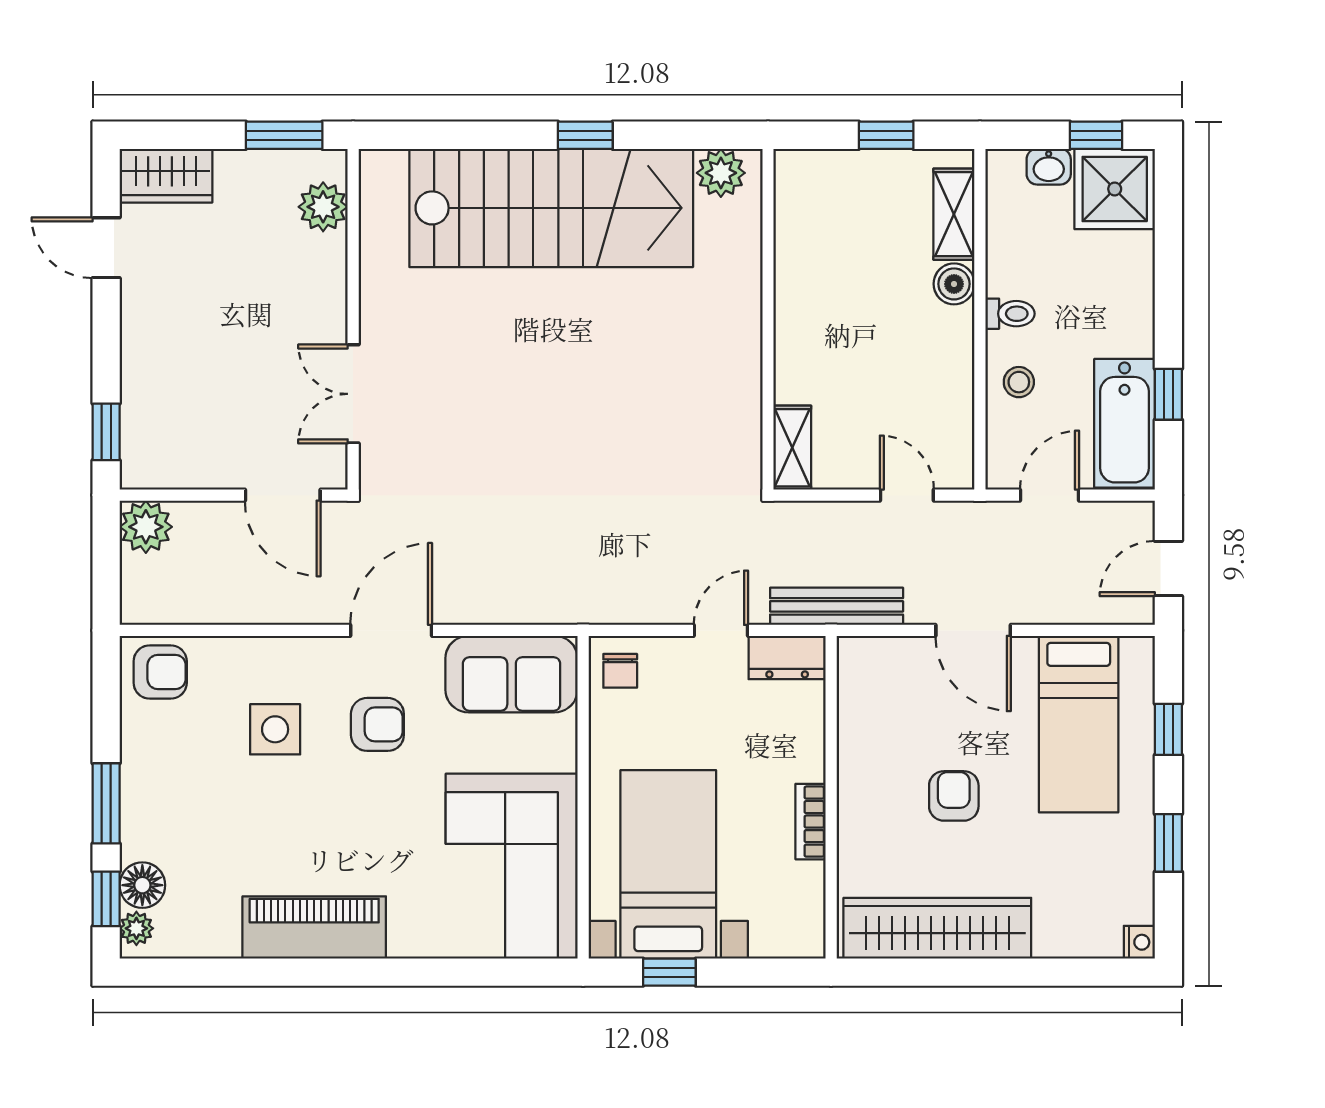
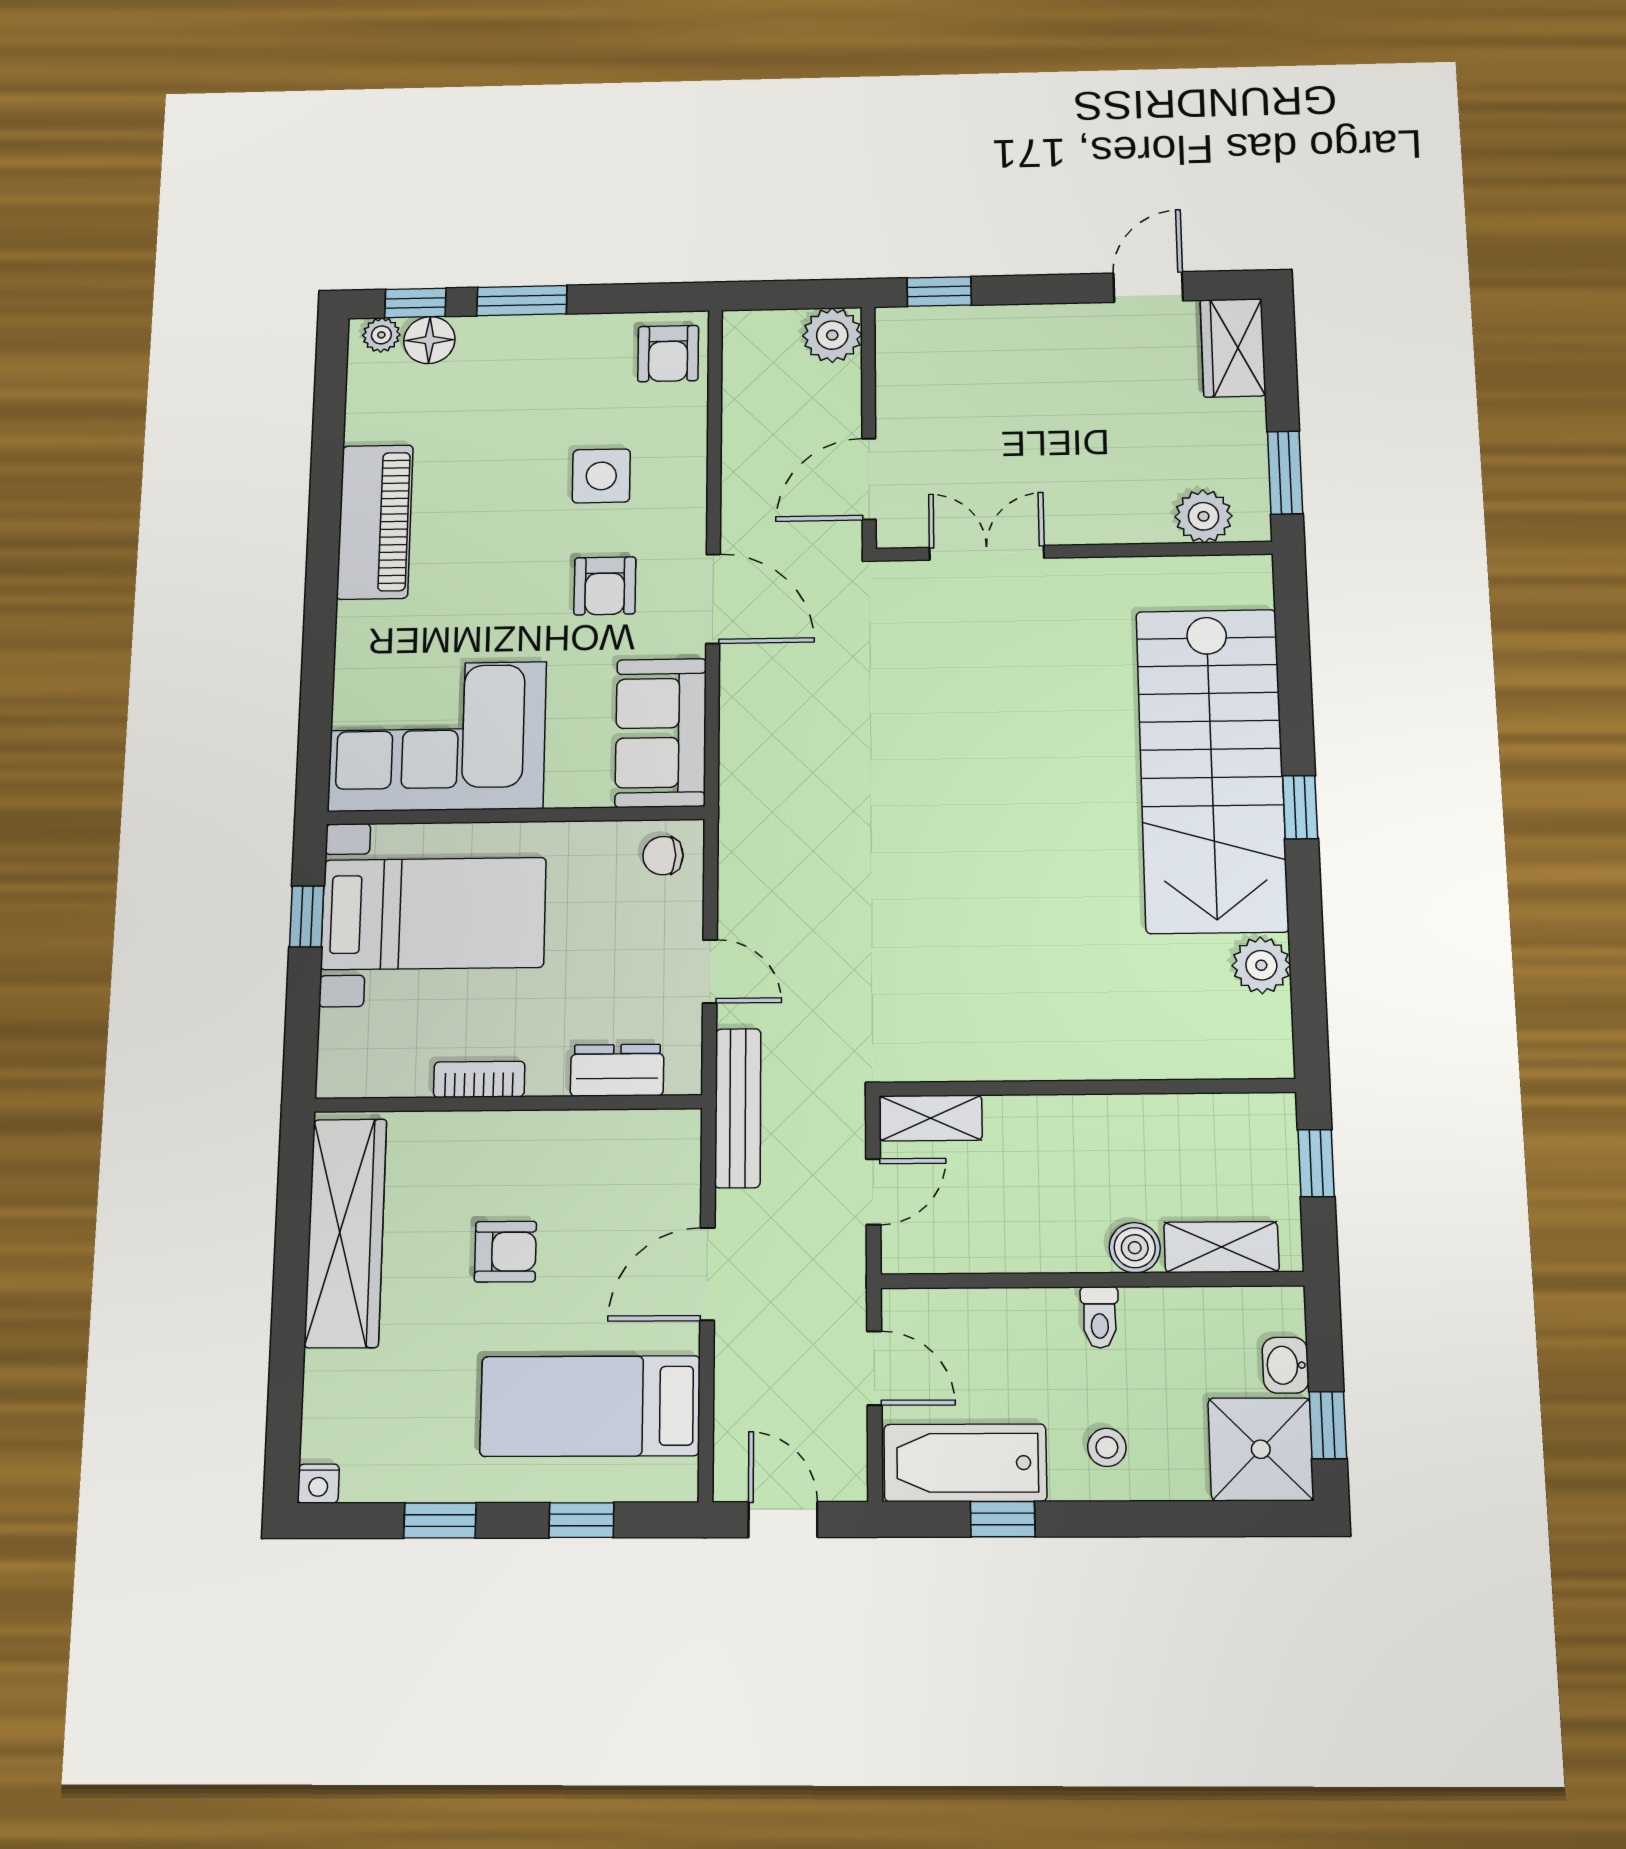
wall: (768, 319) -> (1087, 1087), moved
stool: (1019, 382) -> (1107, 1447), moved
shelving: (792, 448) -> (931, 1118), moved
dresser: (787, 657) -> (617, 1070), moved, turned 90

